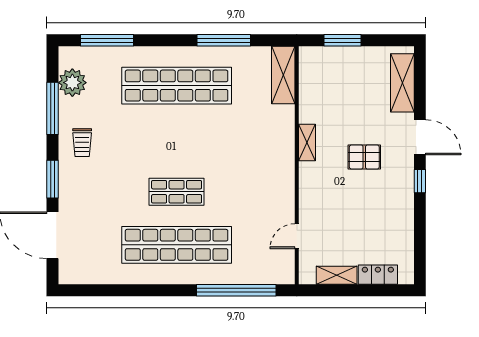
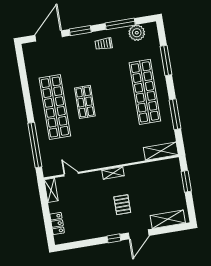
window: (107, 40) -> (166, 60), moved
shelving: (307, 142) -> (113, 173), moved
shelving: (337, 275) -> (51, 190), moved

